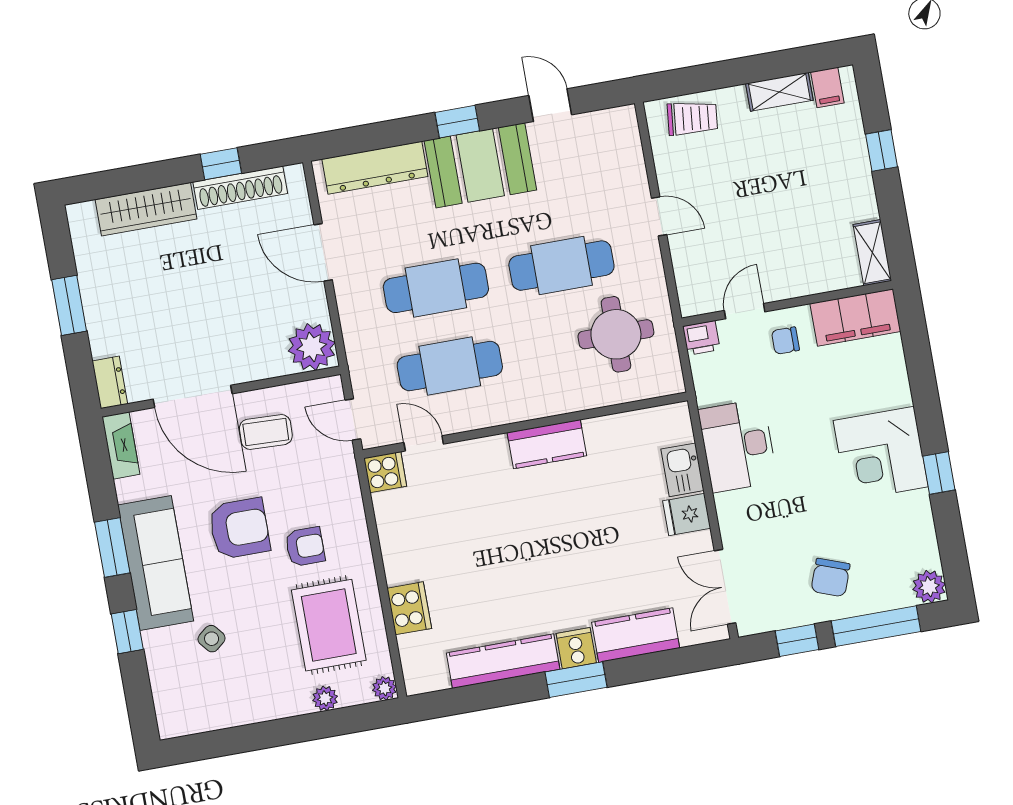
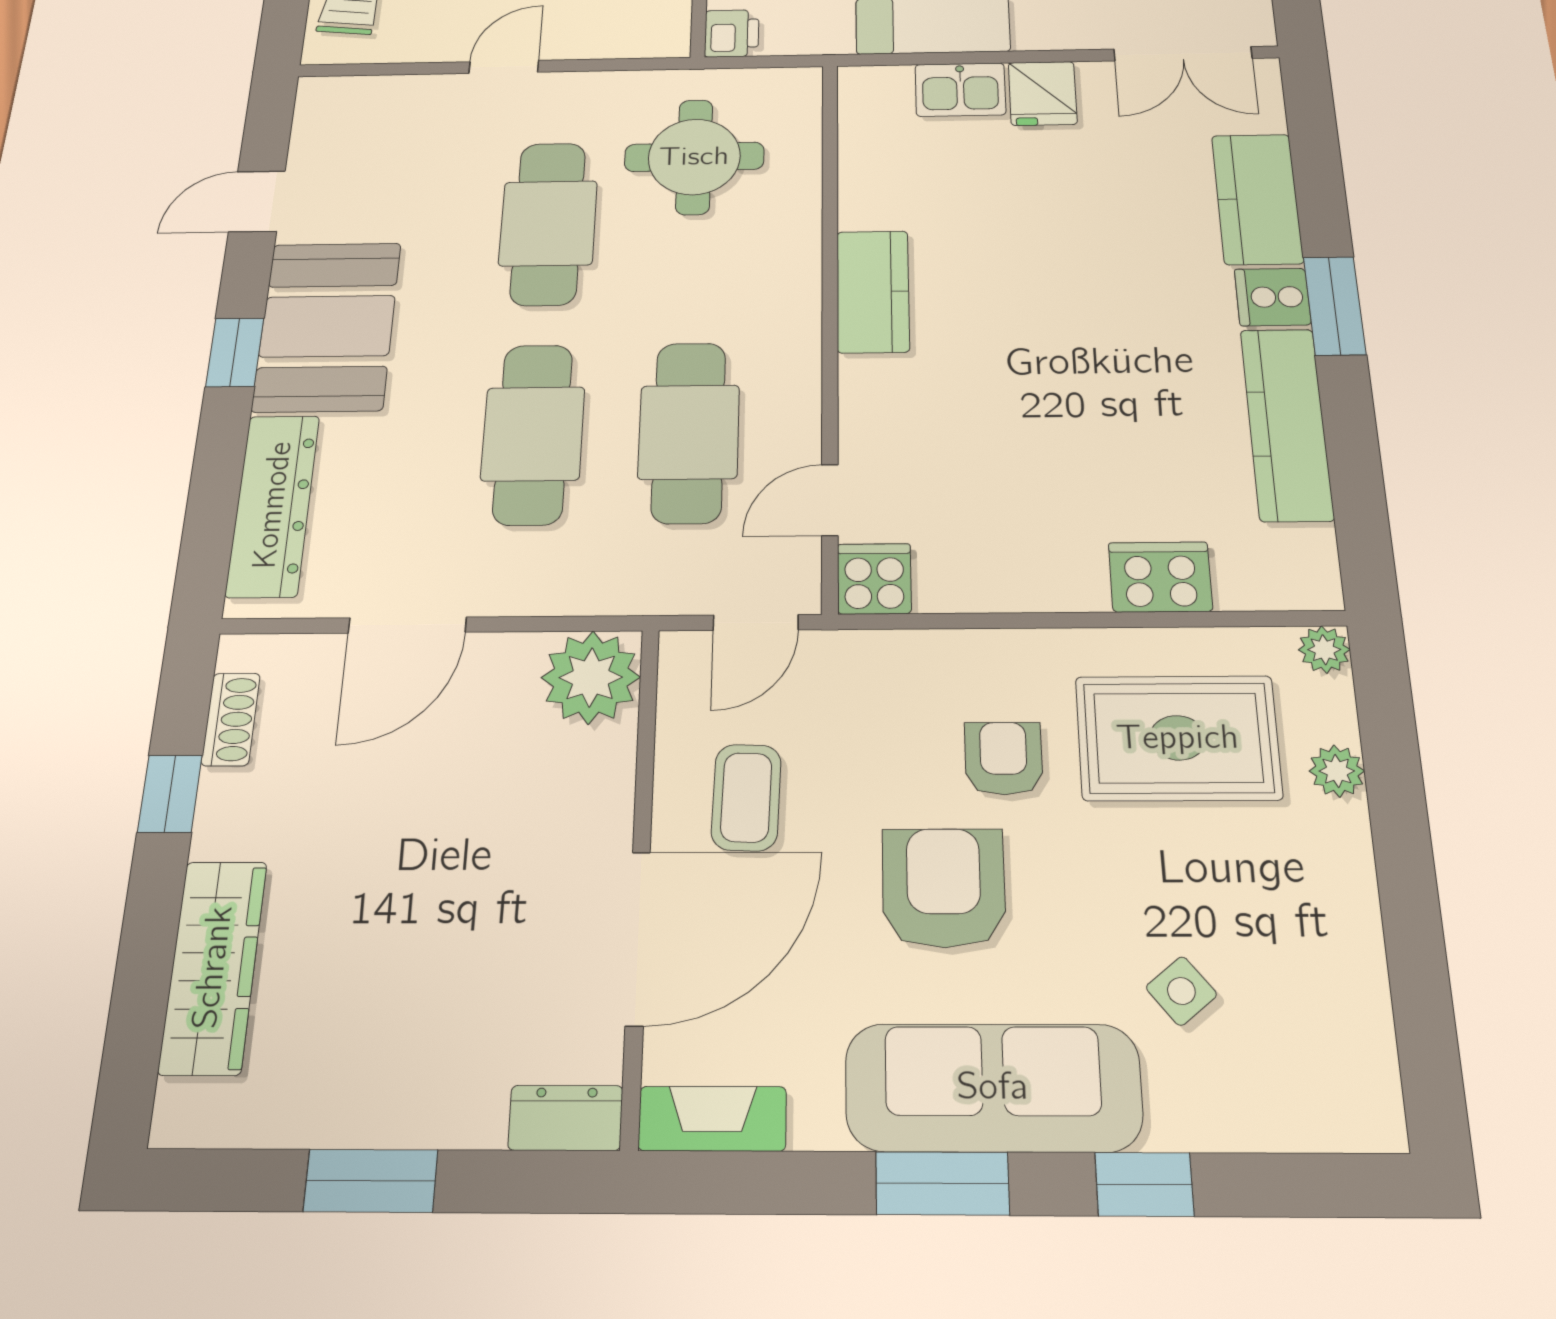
shoe rack: (240, 188) -> (231, 719), width x0.51, depth x0.81

